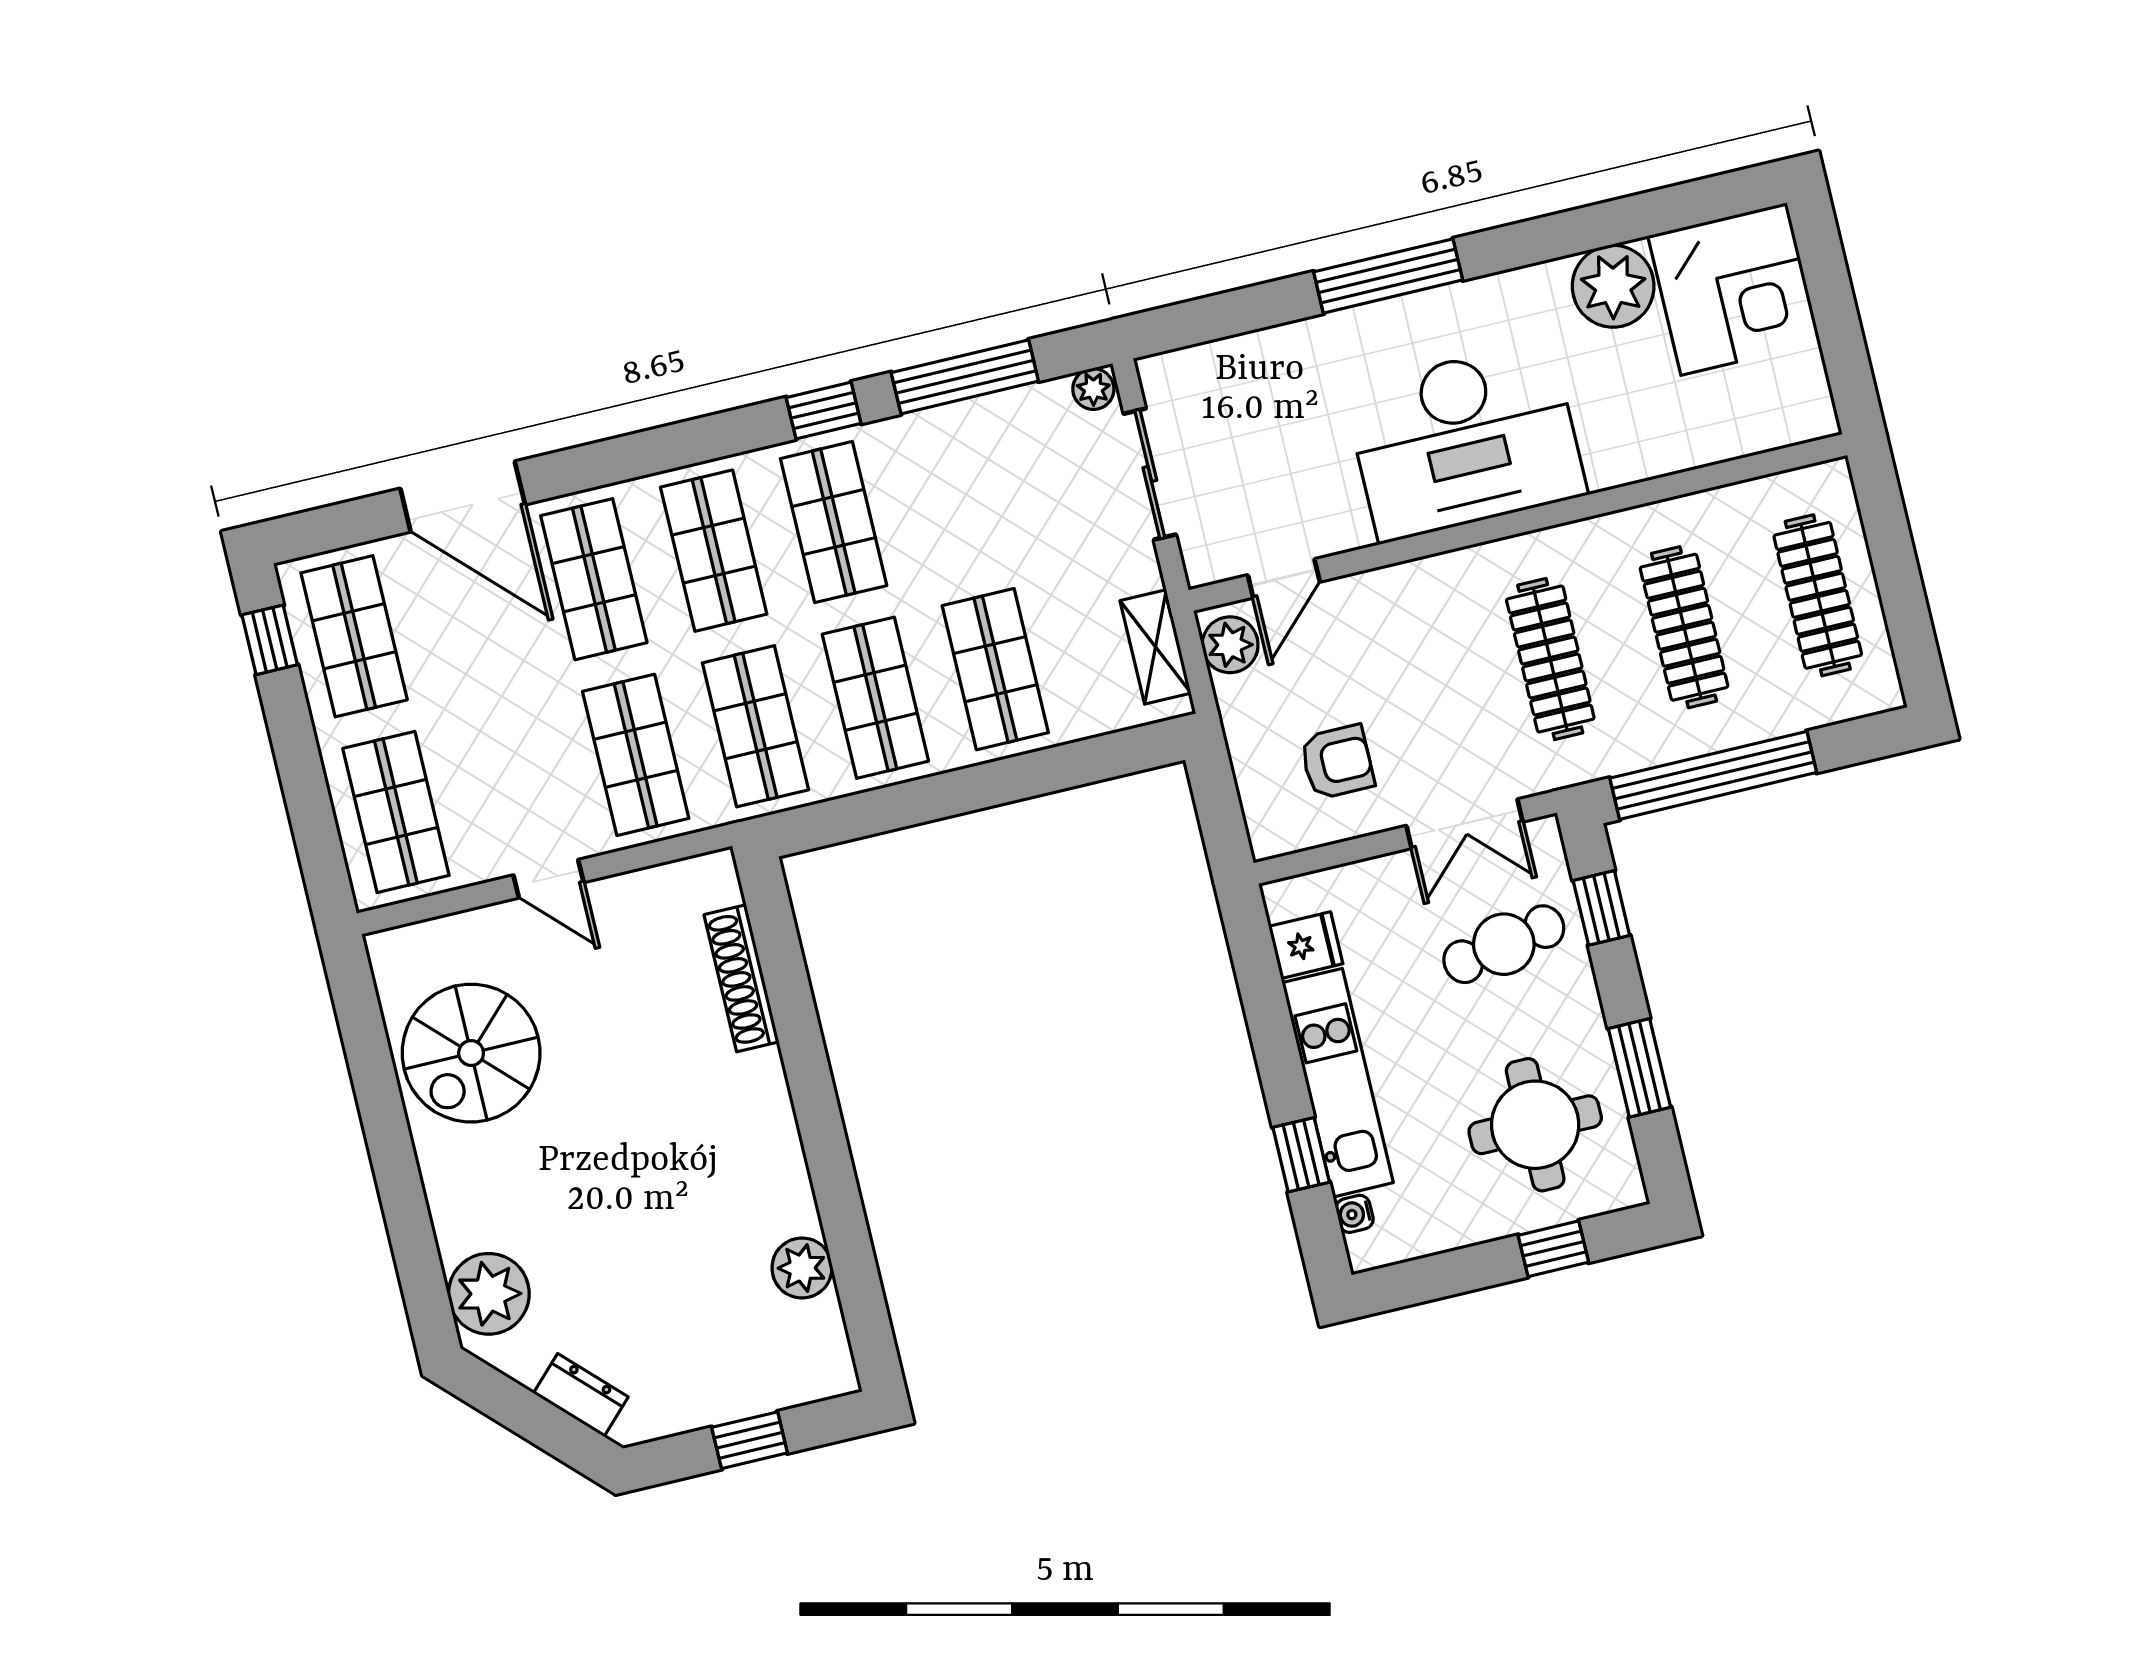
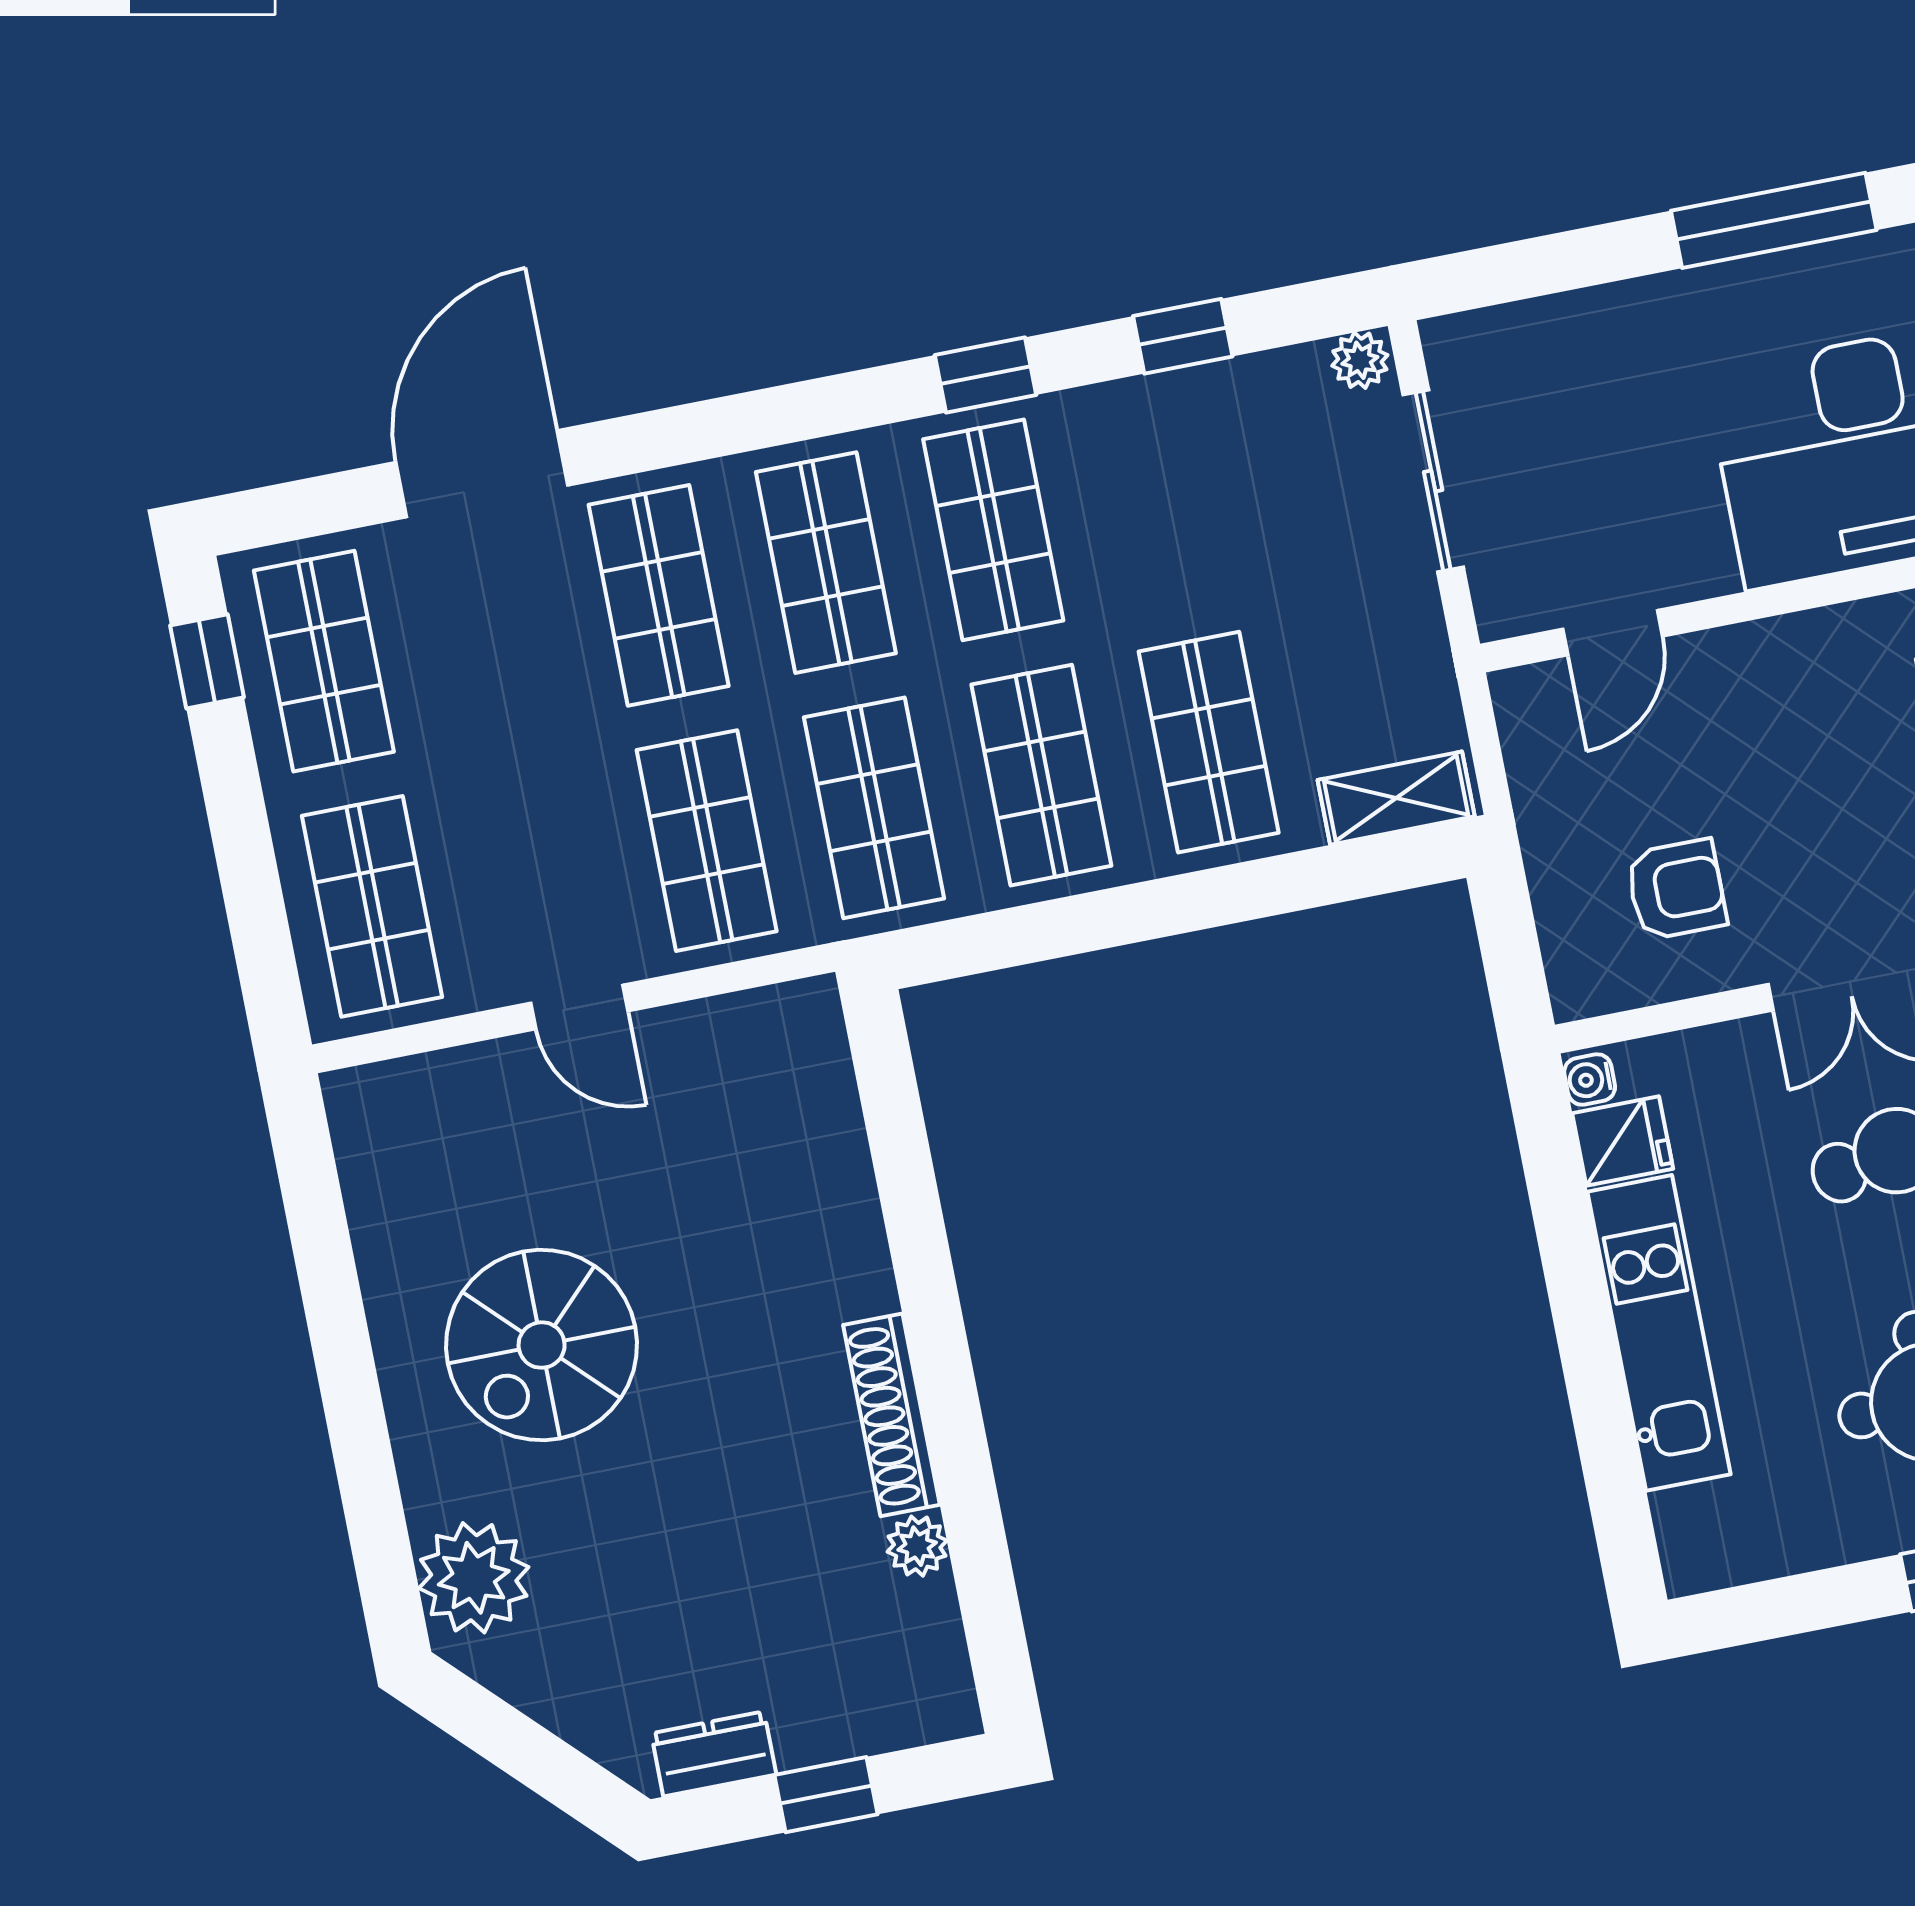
window: (965, 377) -> (1183, 336), width x0.46
door: (463, 496) -> (482, 474), swing flipped
plant: (1230, 645) -> (1535, 721), removed
shelving: (1155, 647) -> (1396, 798), moved, turned 90
shoe rack: (741, 978) -> (891, 1415), moved
spiral stairs: (471, 1053) -> (542, 1345), moved
window: (1301, 1155) -> (1605, 1431), removed
water cooler: (1355, 1214) -> (1590, 1080), moved
plant: (802, 1268) -> (917, 1546), width x0.73, depth x0.73
dresser: (581, 1395) -> (714, 1754), moved, turned -45

